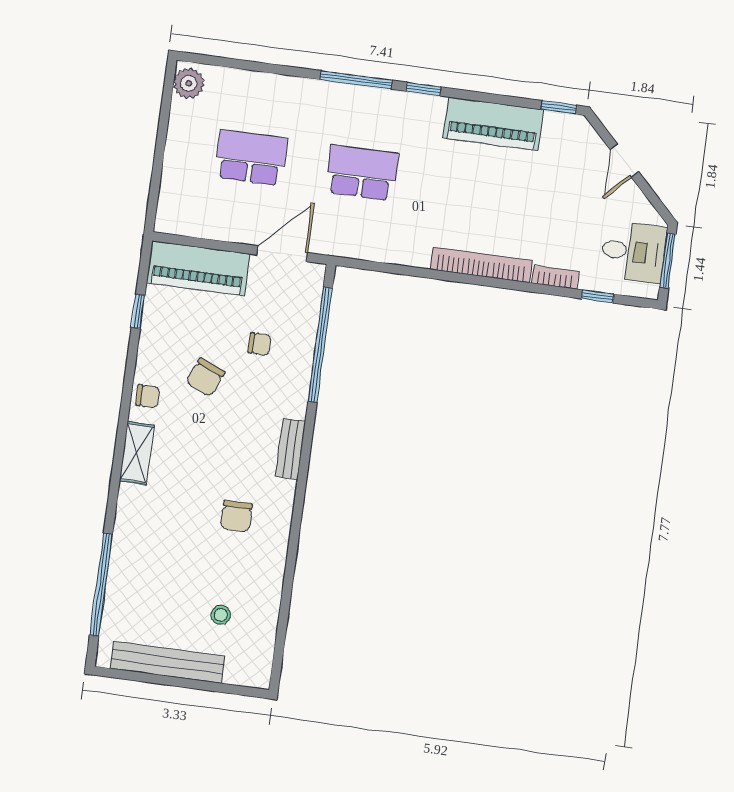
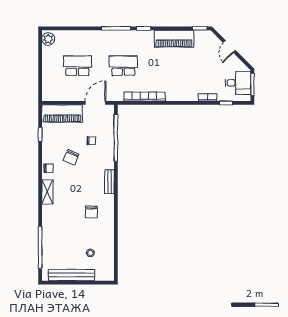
bookcase: (481, 265) -> (144, 97), moved

